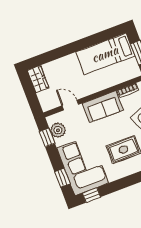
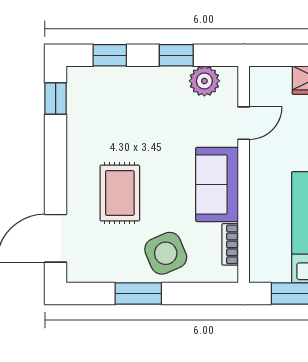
window: (47, 138) -> (176, 55), moved
corner sofa: (83, 166) -> (119, 103), removed

